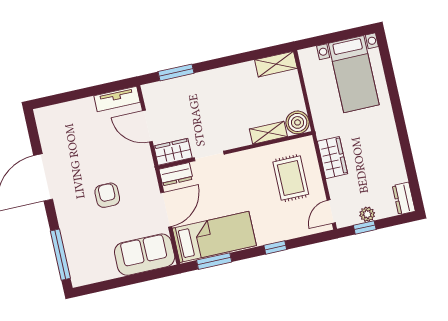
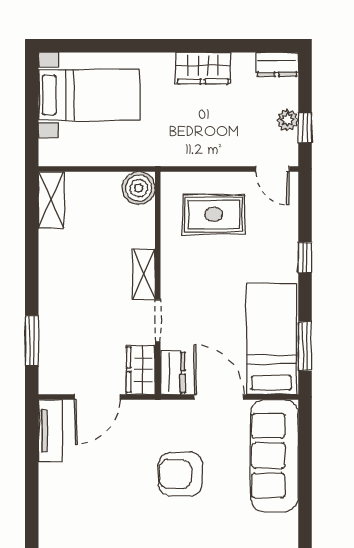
shelving: (268, 133) -> (144, 274), moved
wardrobe: (332, 158) -> (203, 68), moved, turned 180
armchair: (107, 195) -> (181, 474), width x1.38, depth x1.38
sofa: (145, 255) -> (274, 456), width x1.36

